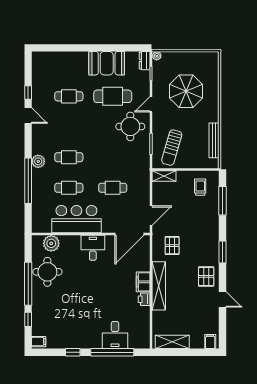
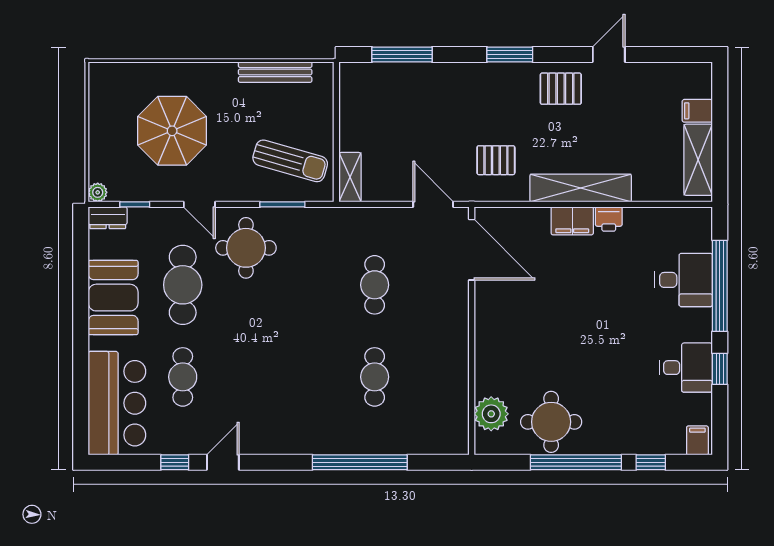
cafe table: (69, 157) -> (311, 377), removed
plant: (38, 161) -> (319, 441), removed
trolley: (200, 187) -> (373, 101), removed
bar counter: (76, 219) -> (117, 403), moved, turned 180
desk: (93, 248) -> (686, 368), moved, turned 180
filing cabinet: (210, 342) -> (697, 111), moved

